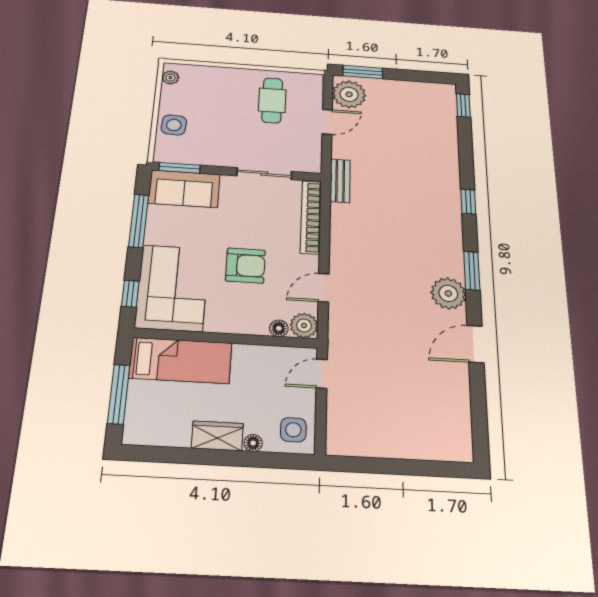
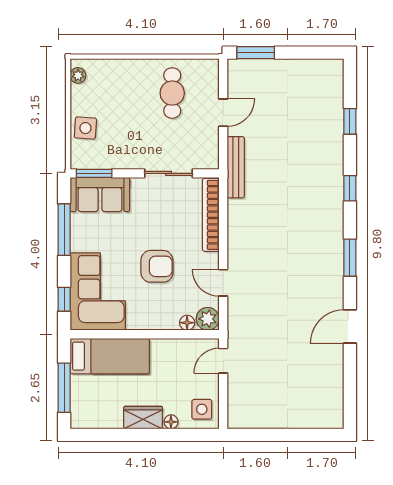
plant: (349, 94) -> (243, 80), removed
window: (463, 105) -> (350, 121), moved
bench: (340, 181) -> (236, 167), width x1.36
door: (324, 288) -> (223, 283), hinge flipped
plant: (448, 293) -> (329, 281), removed

